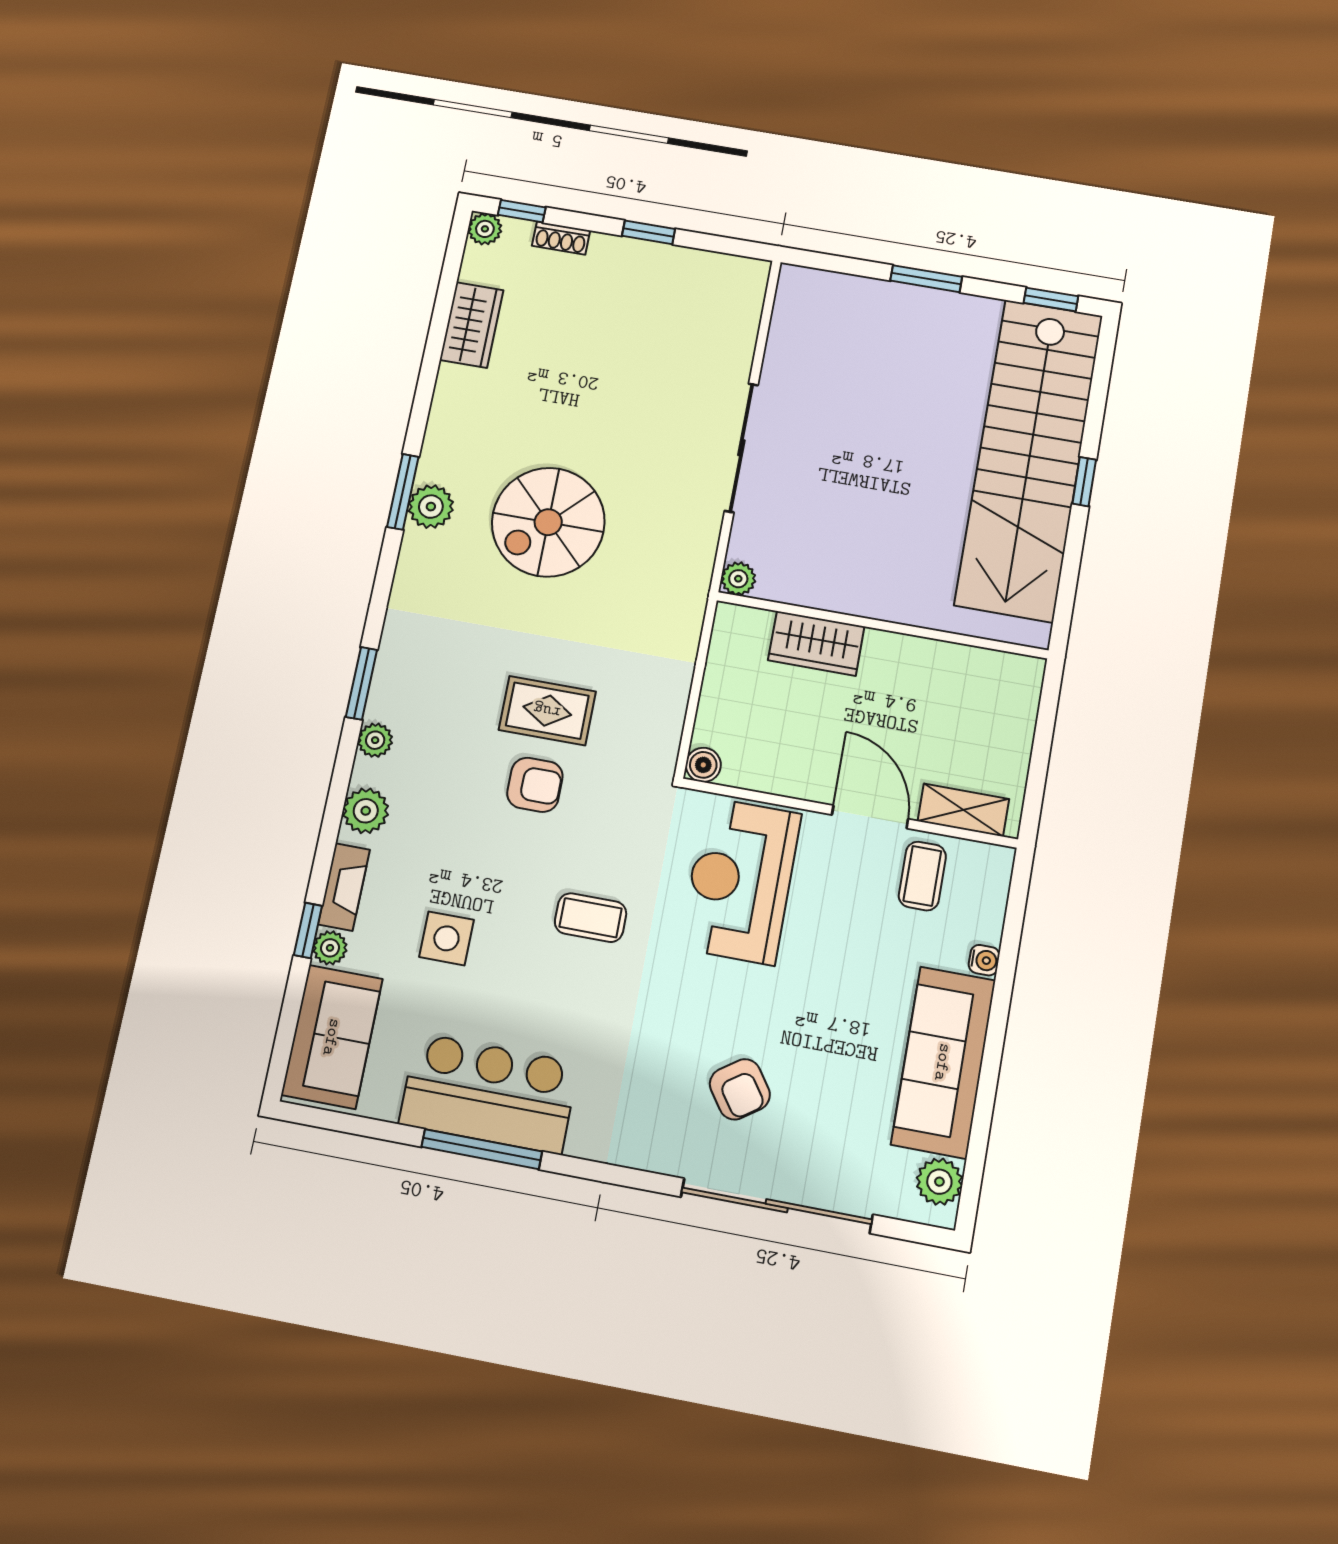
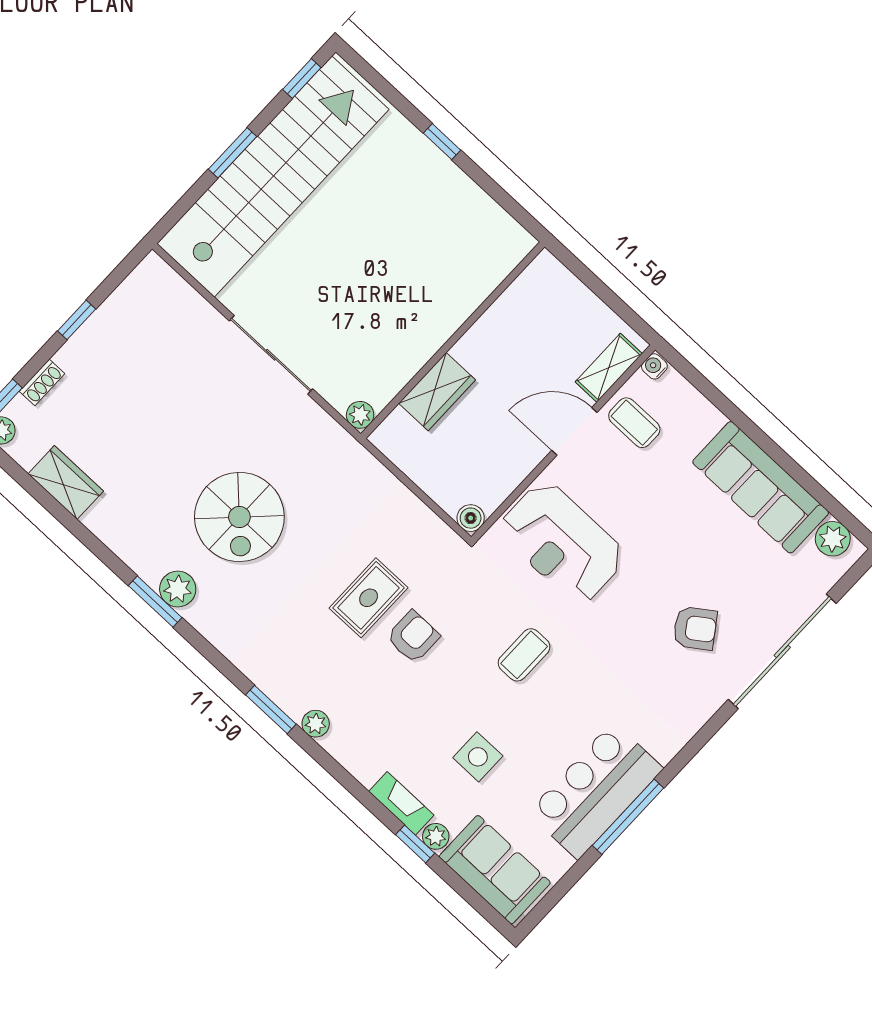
stairs: (1029, 459) -> (273, 177), moved, turned -90
plant: (366, 811) -> (359, 759), removed
water cooler: (984, 960) -> (654, 366), moved, turned -90

